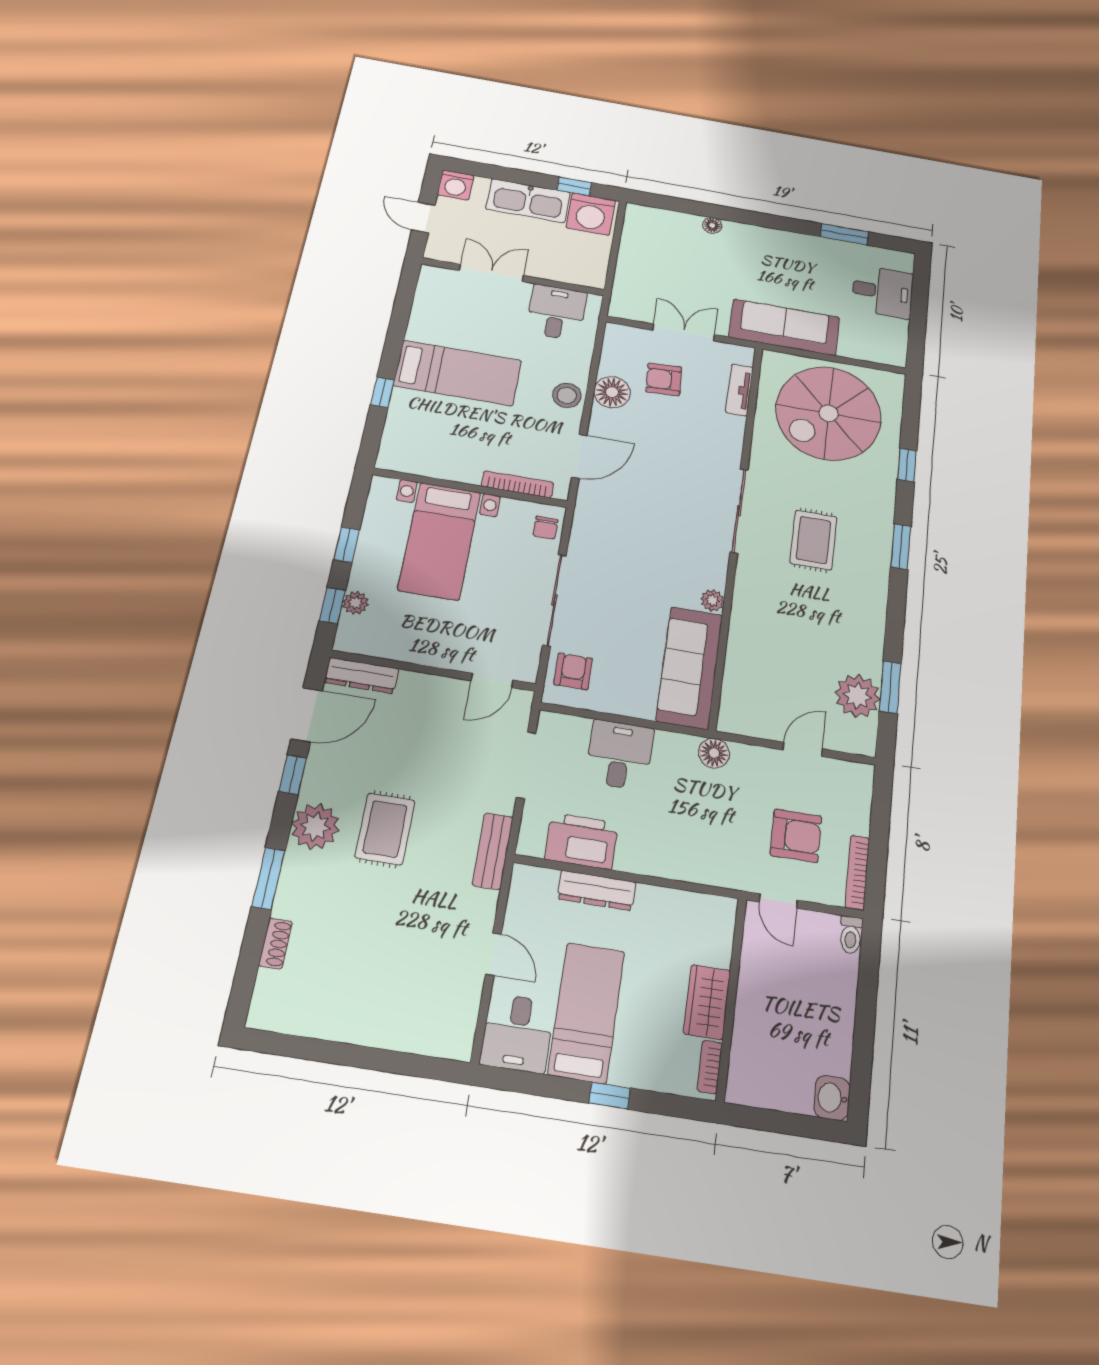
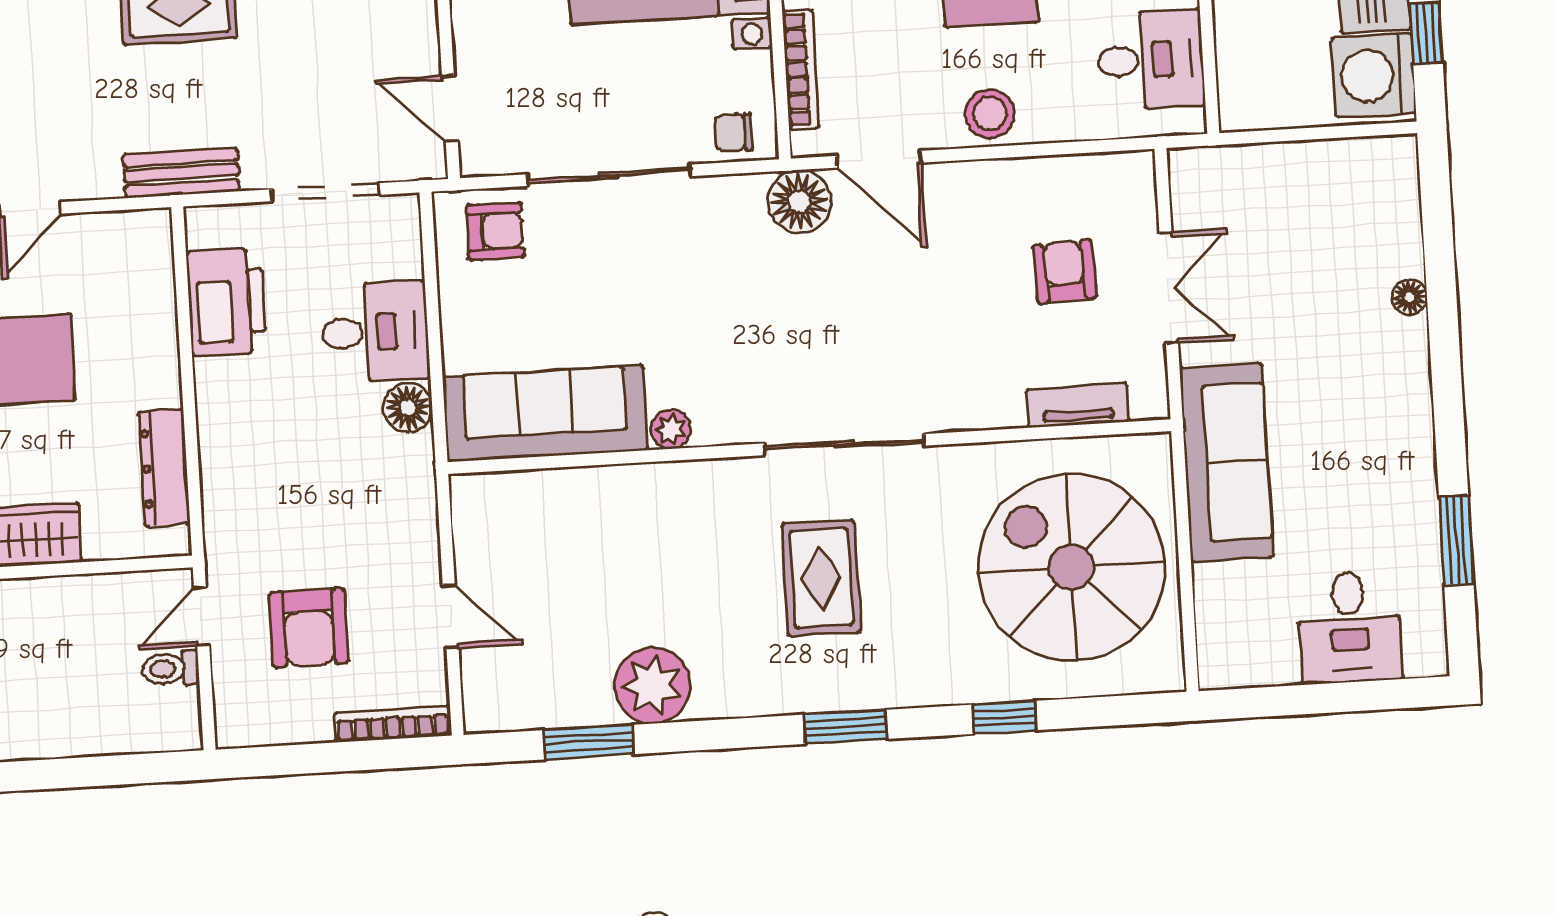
floor lamp: (612, 392) -> (799, 201), moved
rug: (813, 540) -> (821, 578), turned 90
plant: (857, 696) -> (652, 686), moved
floor lamp: (714, 753) -> (408, 408), moved
bookcase: (857, 873) -> (393, 724), moved
dresser: (597, 890) -> (164, 468), moved
toilet: (851, 935) -> (171, 669), moved

